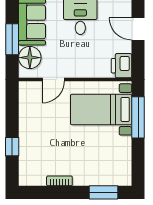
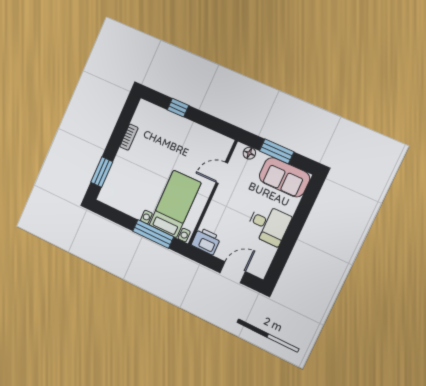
floor lamp: (30, 58) -> (249, 153), width x0.53, depth x0.53
door: (53, 80) -> (222, 173), hinge flipped

